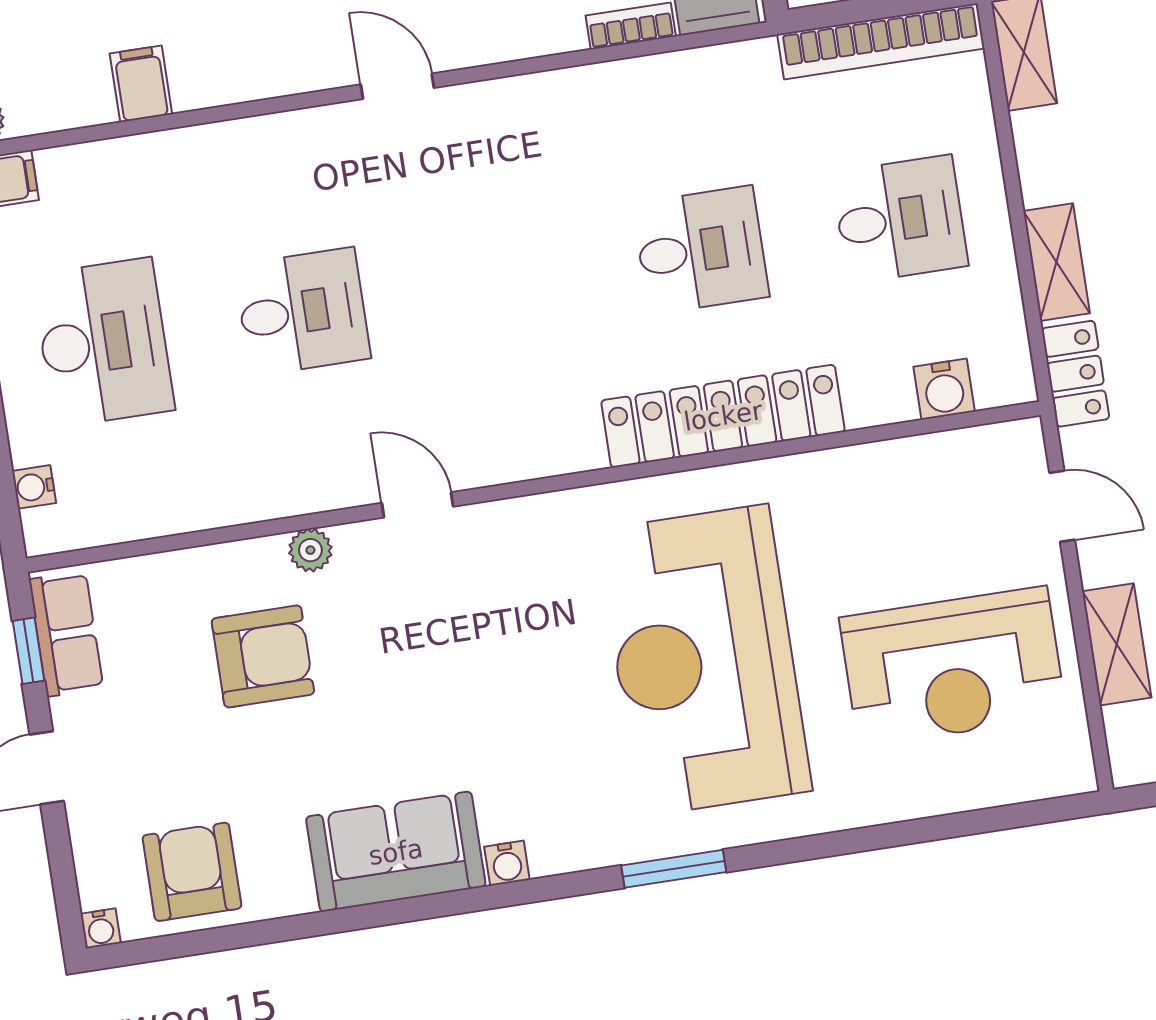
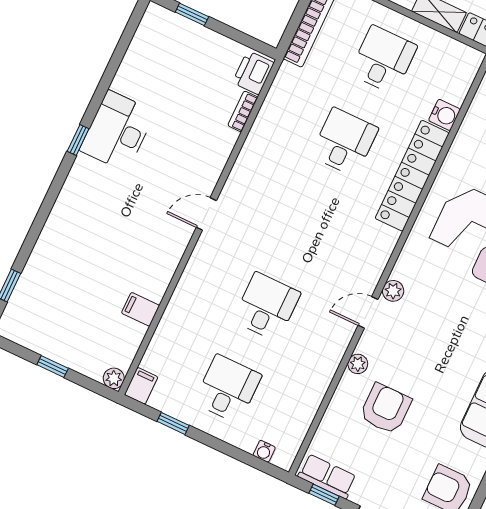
desk: (103, 343) -> (228, 389), width x0.73
water cooler: (944, 389) -> (444, 115), moved
plant: (488, 524) -> (393, 291), added

